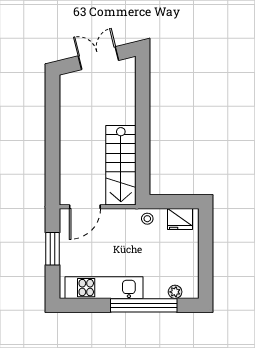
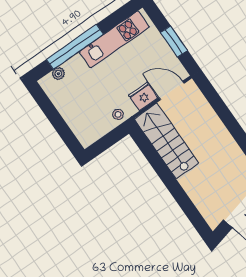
door: (85, 207) -> (172, 90), hinge flipped
fridge: (180, 219) -> (143, 96), moved

